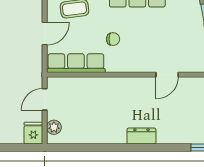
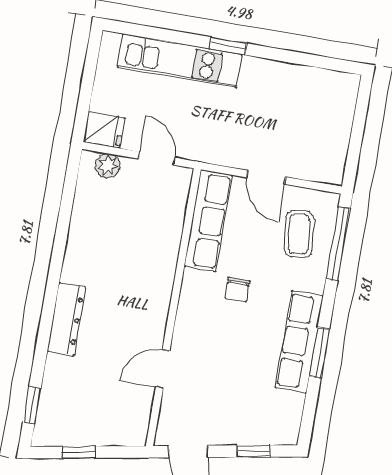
door: (167, 75) -> (163, 369), hinge flipped
dresser: (141, 136) -> (66, 319), width x1.44

